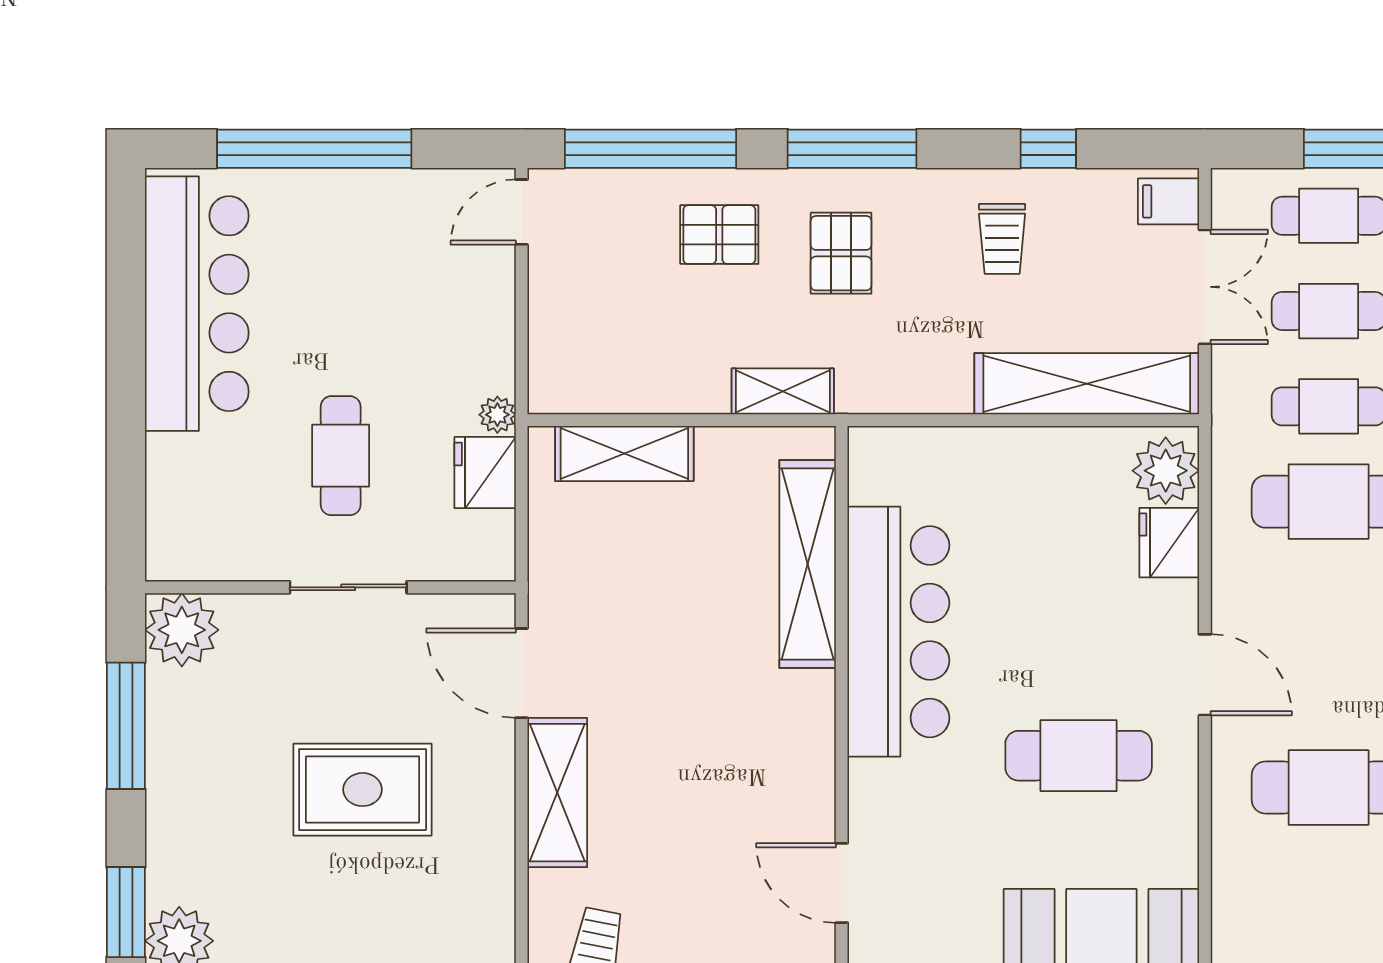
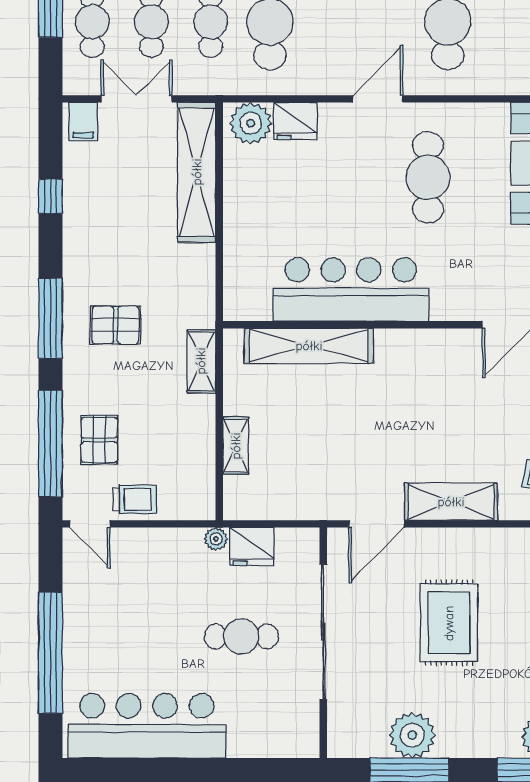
pallet: (719, 235) -> (99, 440), moved
trolley: (1002, 239) -> (135, 499), moved
shelving: (624, 454) -> (236, 446), width x0.67, depth x0.75
sliding door: (348, 587) -> (323, 632), width x1.86
plant: (182, 630) -> (412, 735), moved

